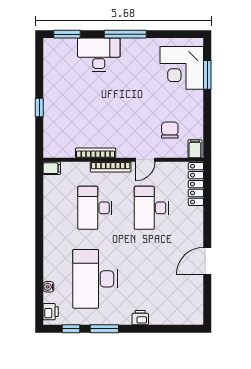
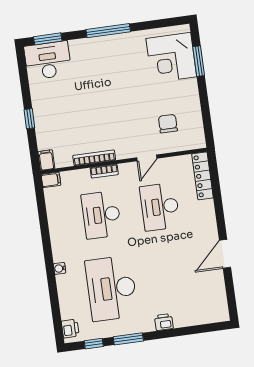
desk: (99, 55) -> (48, 60), moved
filing cabinet: (195, 149) -> (46, 160), moved
bookcase: (111, 167) -> (104, 171), width x0.64
water cooler: (48, 287) -> (60, 268), moved

